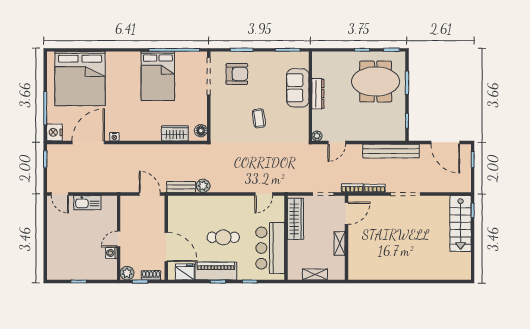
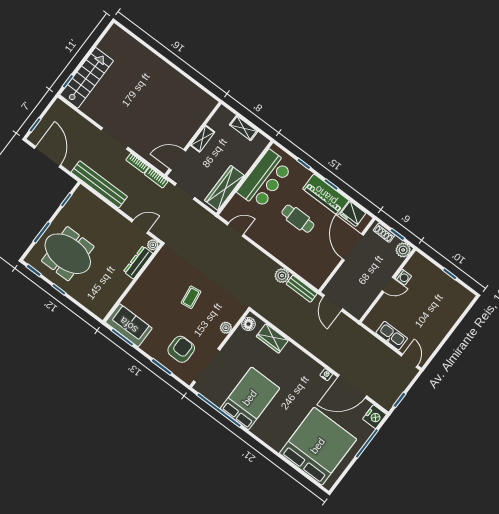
armchair: (237, 74) -> (181, 349), turned 90
sofa: (298, 88) -> (129, 325), moved, turned -90
dresser: (318, 94) -> (138, 262), moved
plant: (216, 115) -> (226, 328), added

